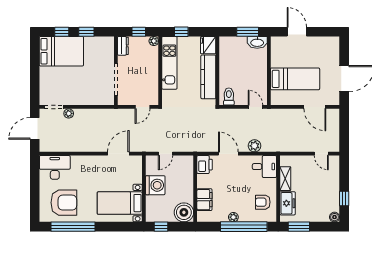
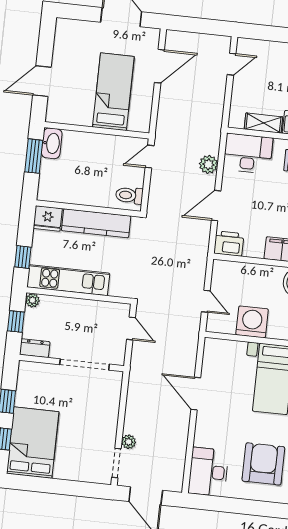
door: (118, 154) -> (196, 394), moved
desk: (264, 167) -> (248, 153), width x1.37

